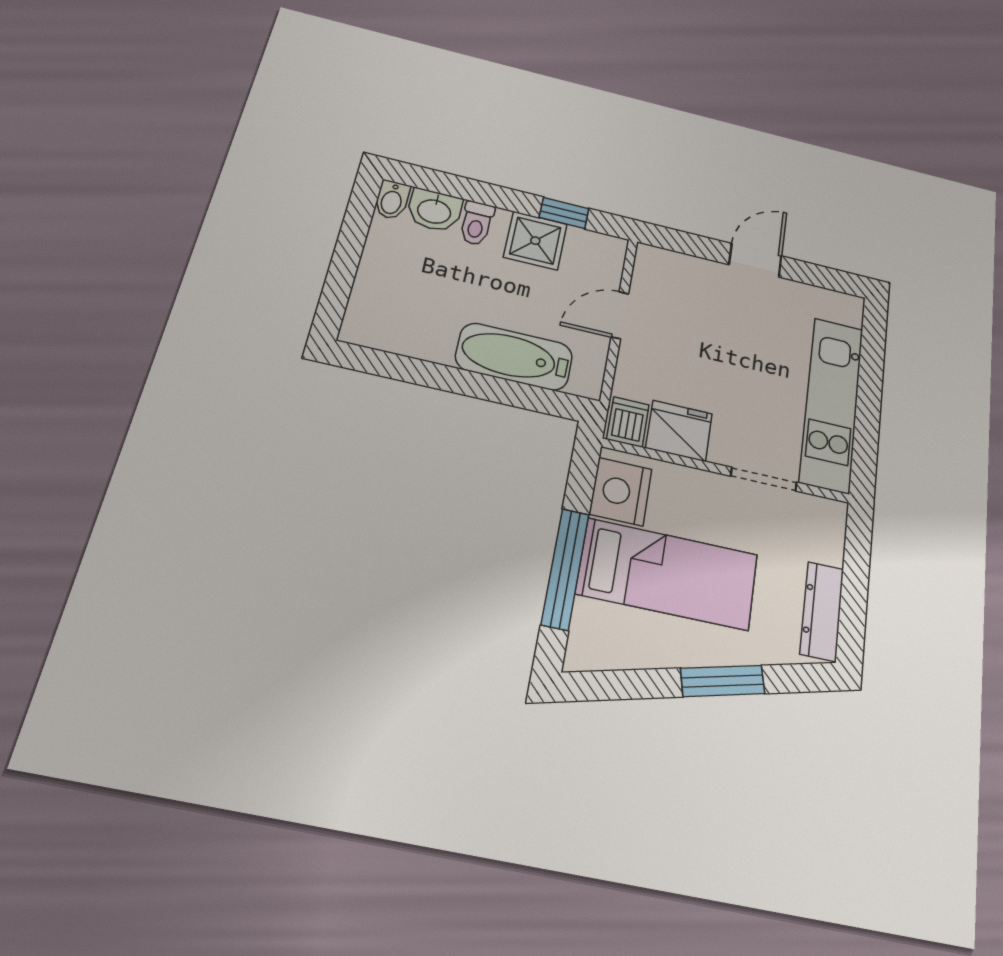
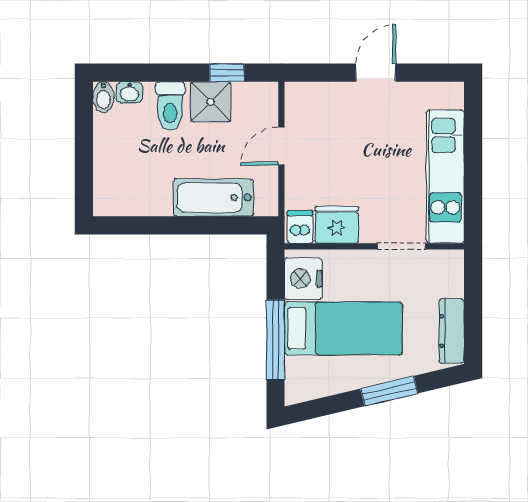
washbasin: (434, 210) -> (130, 92), width x0.72, depth x0.69
toilet: (477, 223) -> (170, 106), width x1.37, depth x1.39

